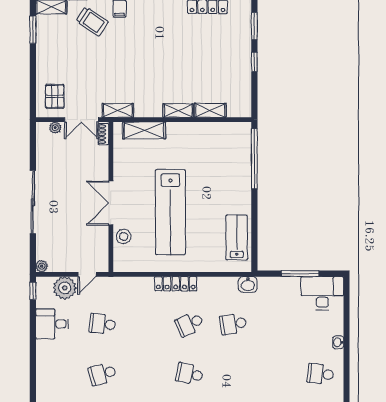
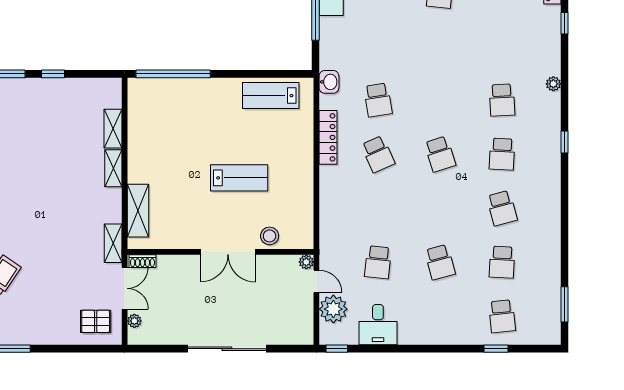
lab bench: (170, 212) -> (239, 178), width x0.54, depth x0.72
plant: (42, 266) -> (306, 262), moved
locker: (176, 284) -> (328, 137), moved
school desk: (190, 374) -> (440, 154), turned -30

